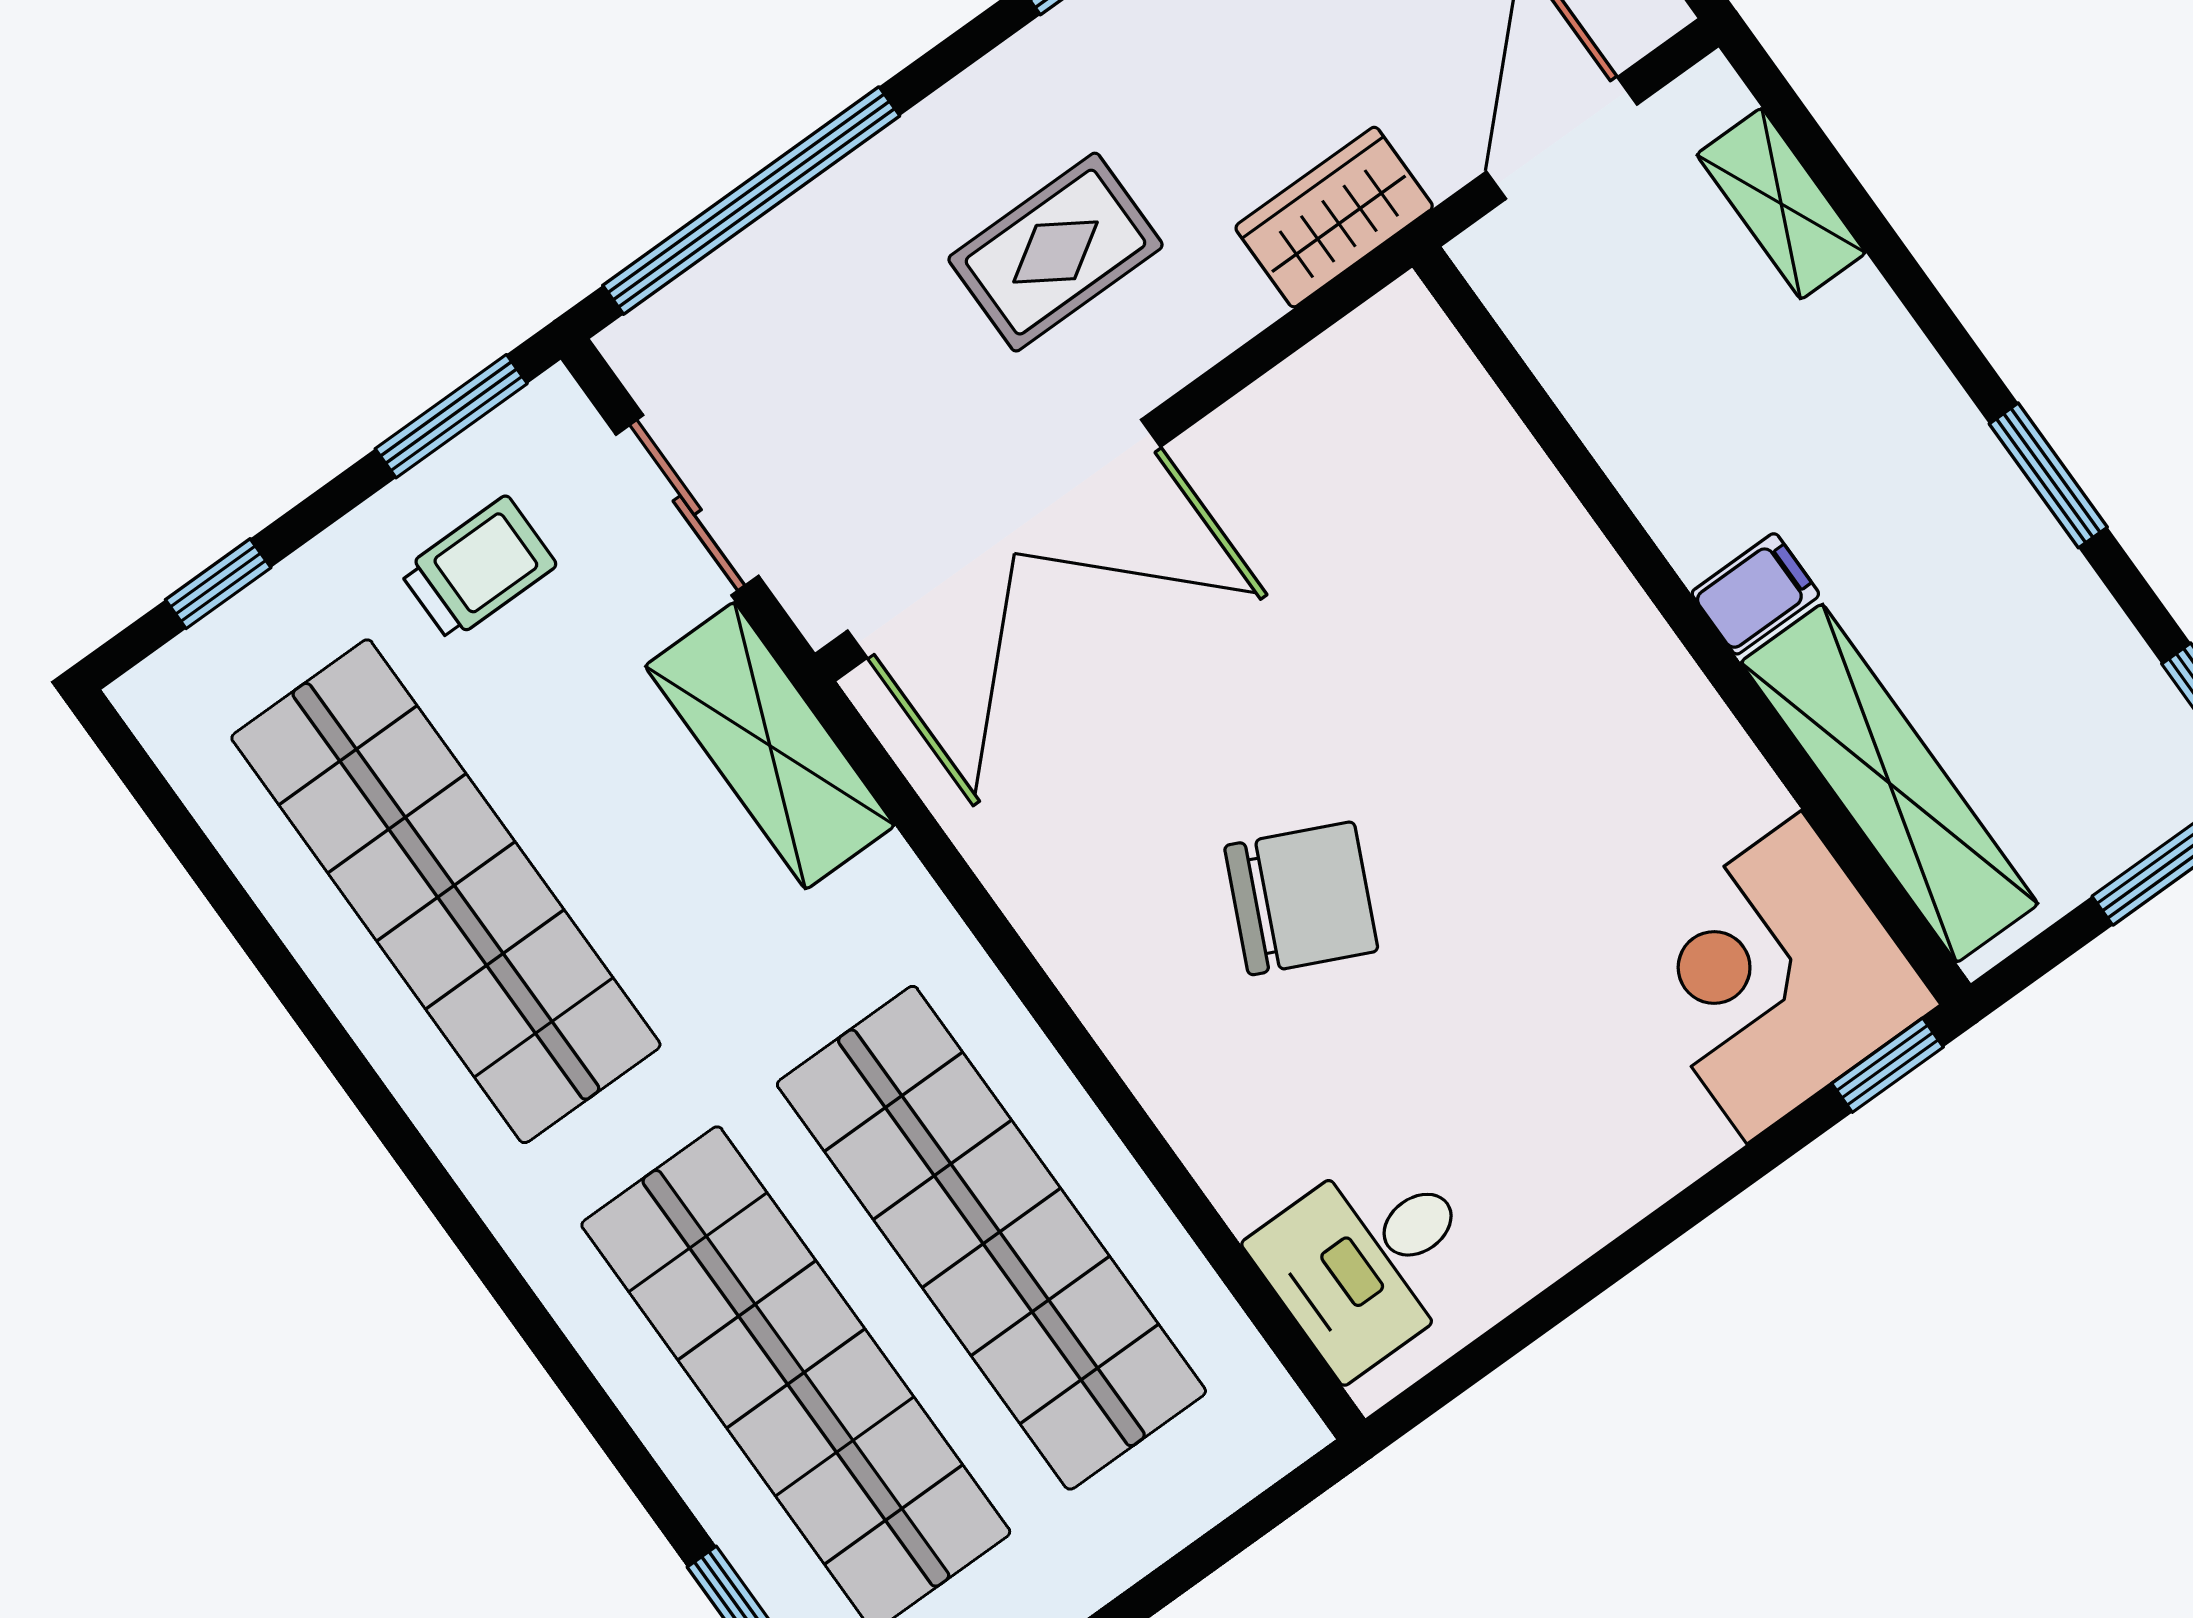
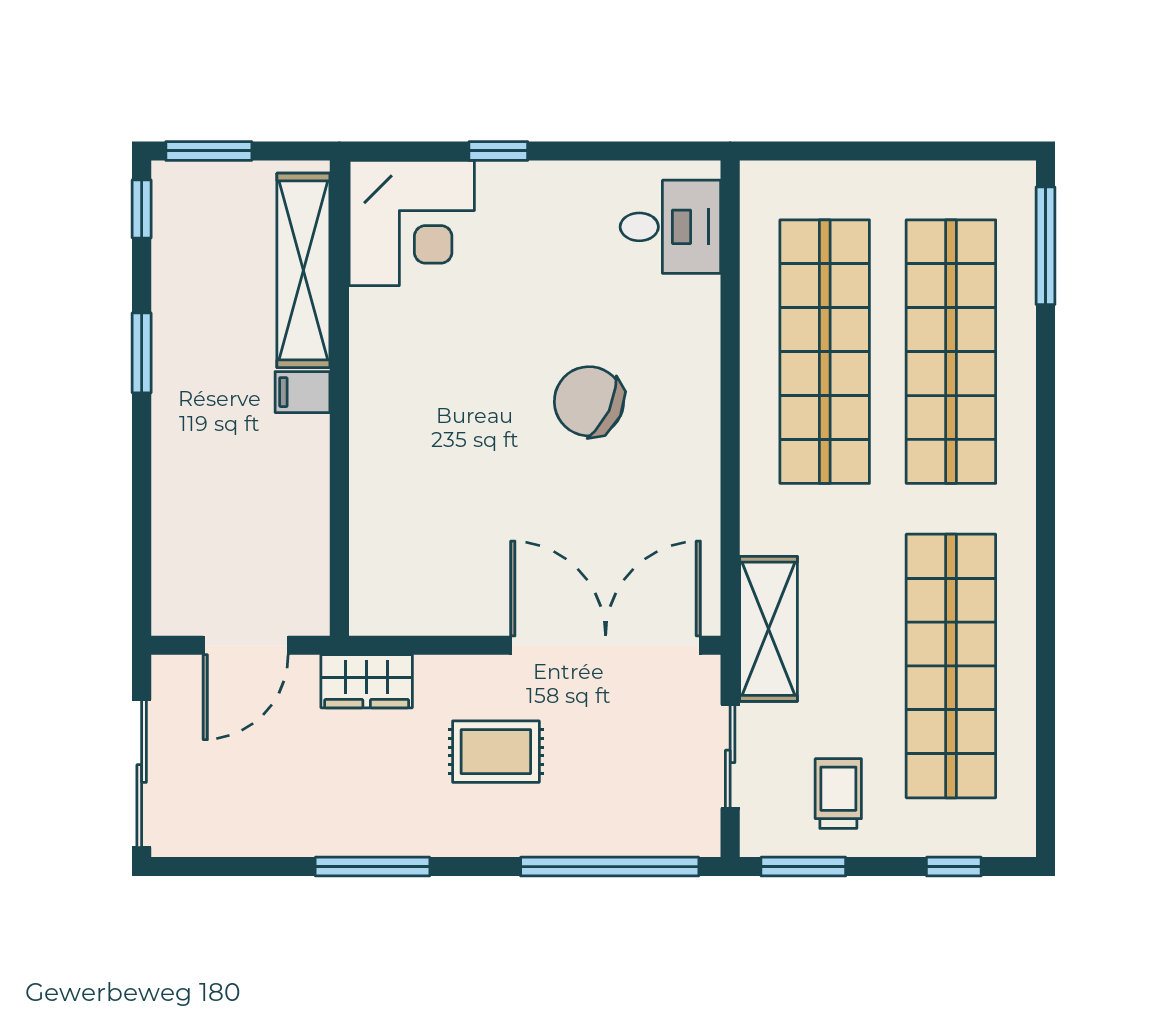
shelving: (1781, 204) -> (172, 550), removed
trolley: (478, 568) -> (838, 794), turned 90
window: (1887, 1065) -> (498, 151), moved

